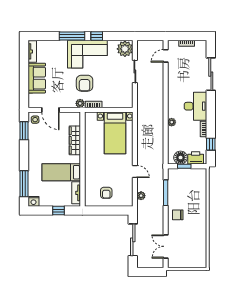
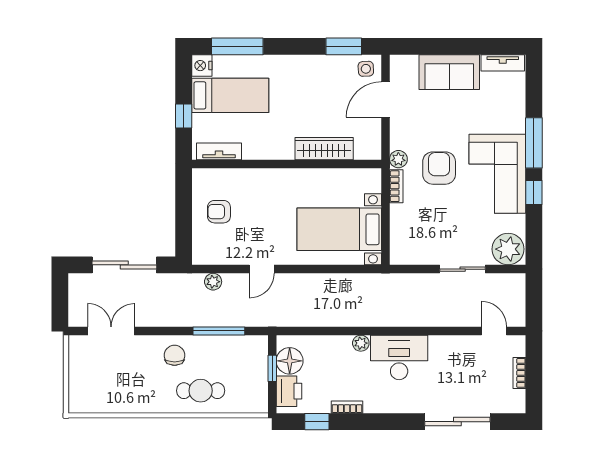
armchair: (85, 83) -> (439, 168), turned 90
desk: (196, 106) -> (399, 357), moved, turned 180
bed: (61, 172) -> (230, 95), moved, turned 90
cafe table: (195, 202) -> (201, 391), added

